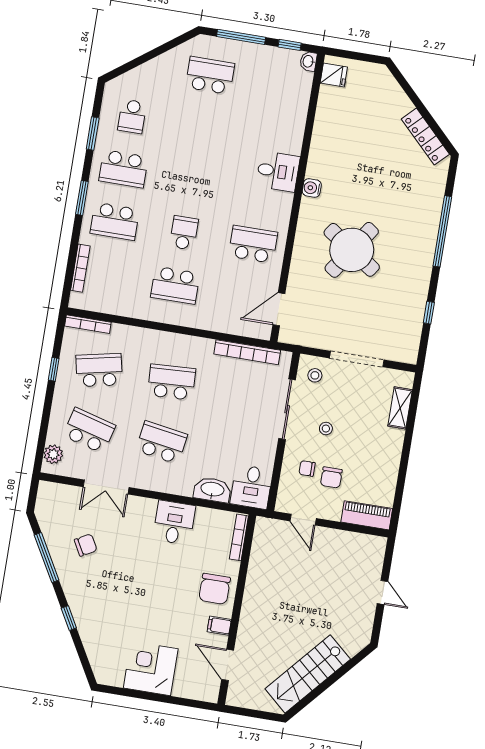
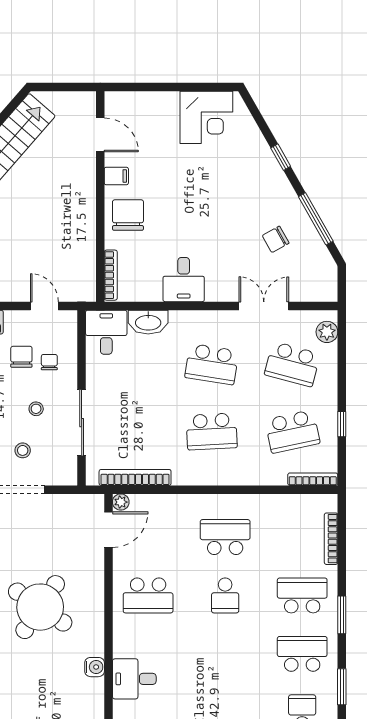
plant: (264, 332) -> (121, 502), added
stool: (315, 375) -> (23, 450), moved
chair: (307, 468) -> (49, 362), turned -90
corner desk: (151, 668) -> (206, 117), moved

